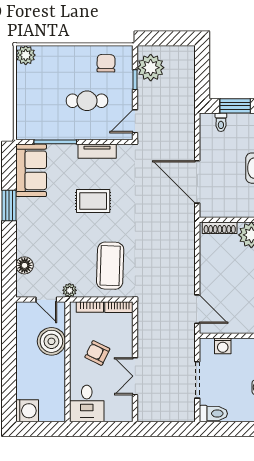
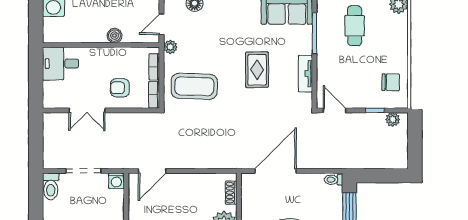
plant: (151, 68) -> (393, 119), width x0.53, depth x0.53
cafe table: (87, 101) -> (355, 26), moved
toilet: (221, 122) -> (333, 180), moved
shoe rack: (220, 228) -> (231, 193), width x0.70
boiler: (51, 341) -> (115, 36), width x0.54, depth x0.54
washing machine: (223, 346) -> (116, 181), moved, turned -90
armchair: (97, 353) -> (120, 88), moved, turned -116
double door: (135, 376) -> (87, 110), swing flipped

